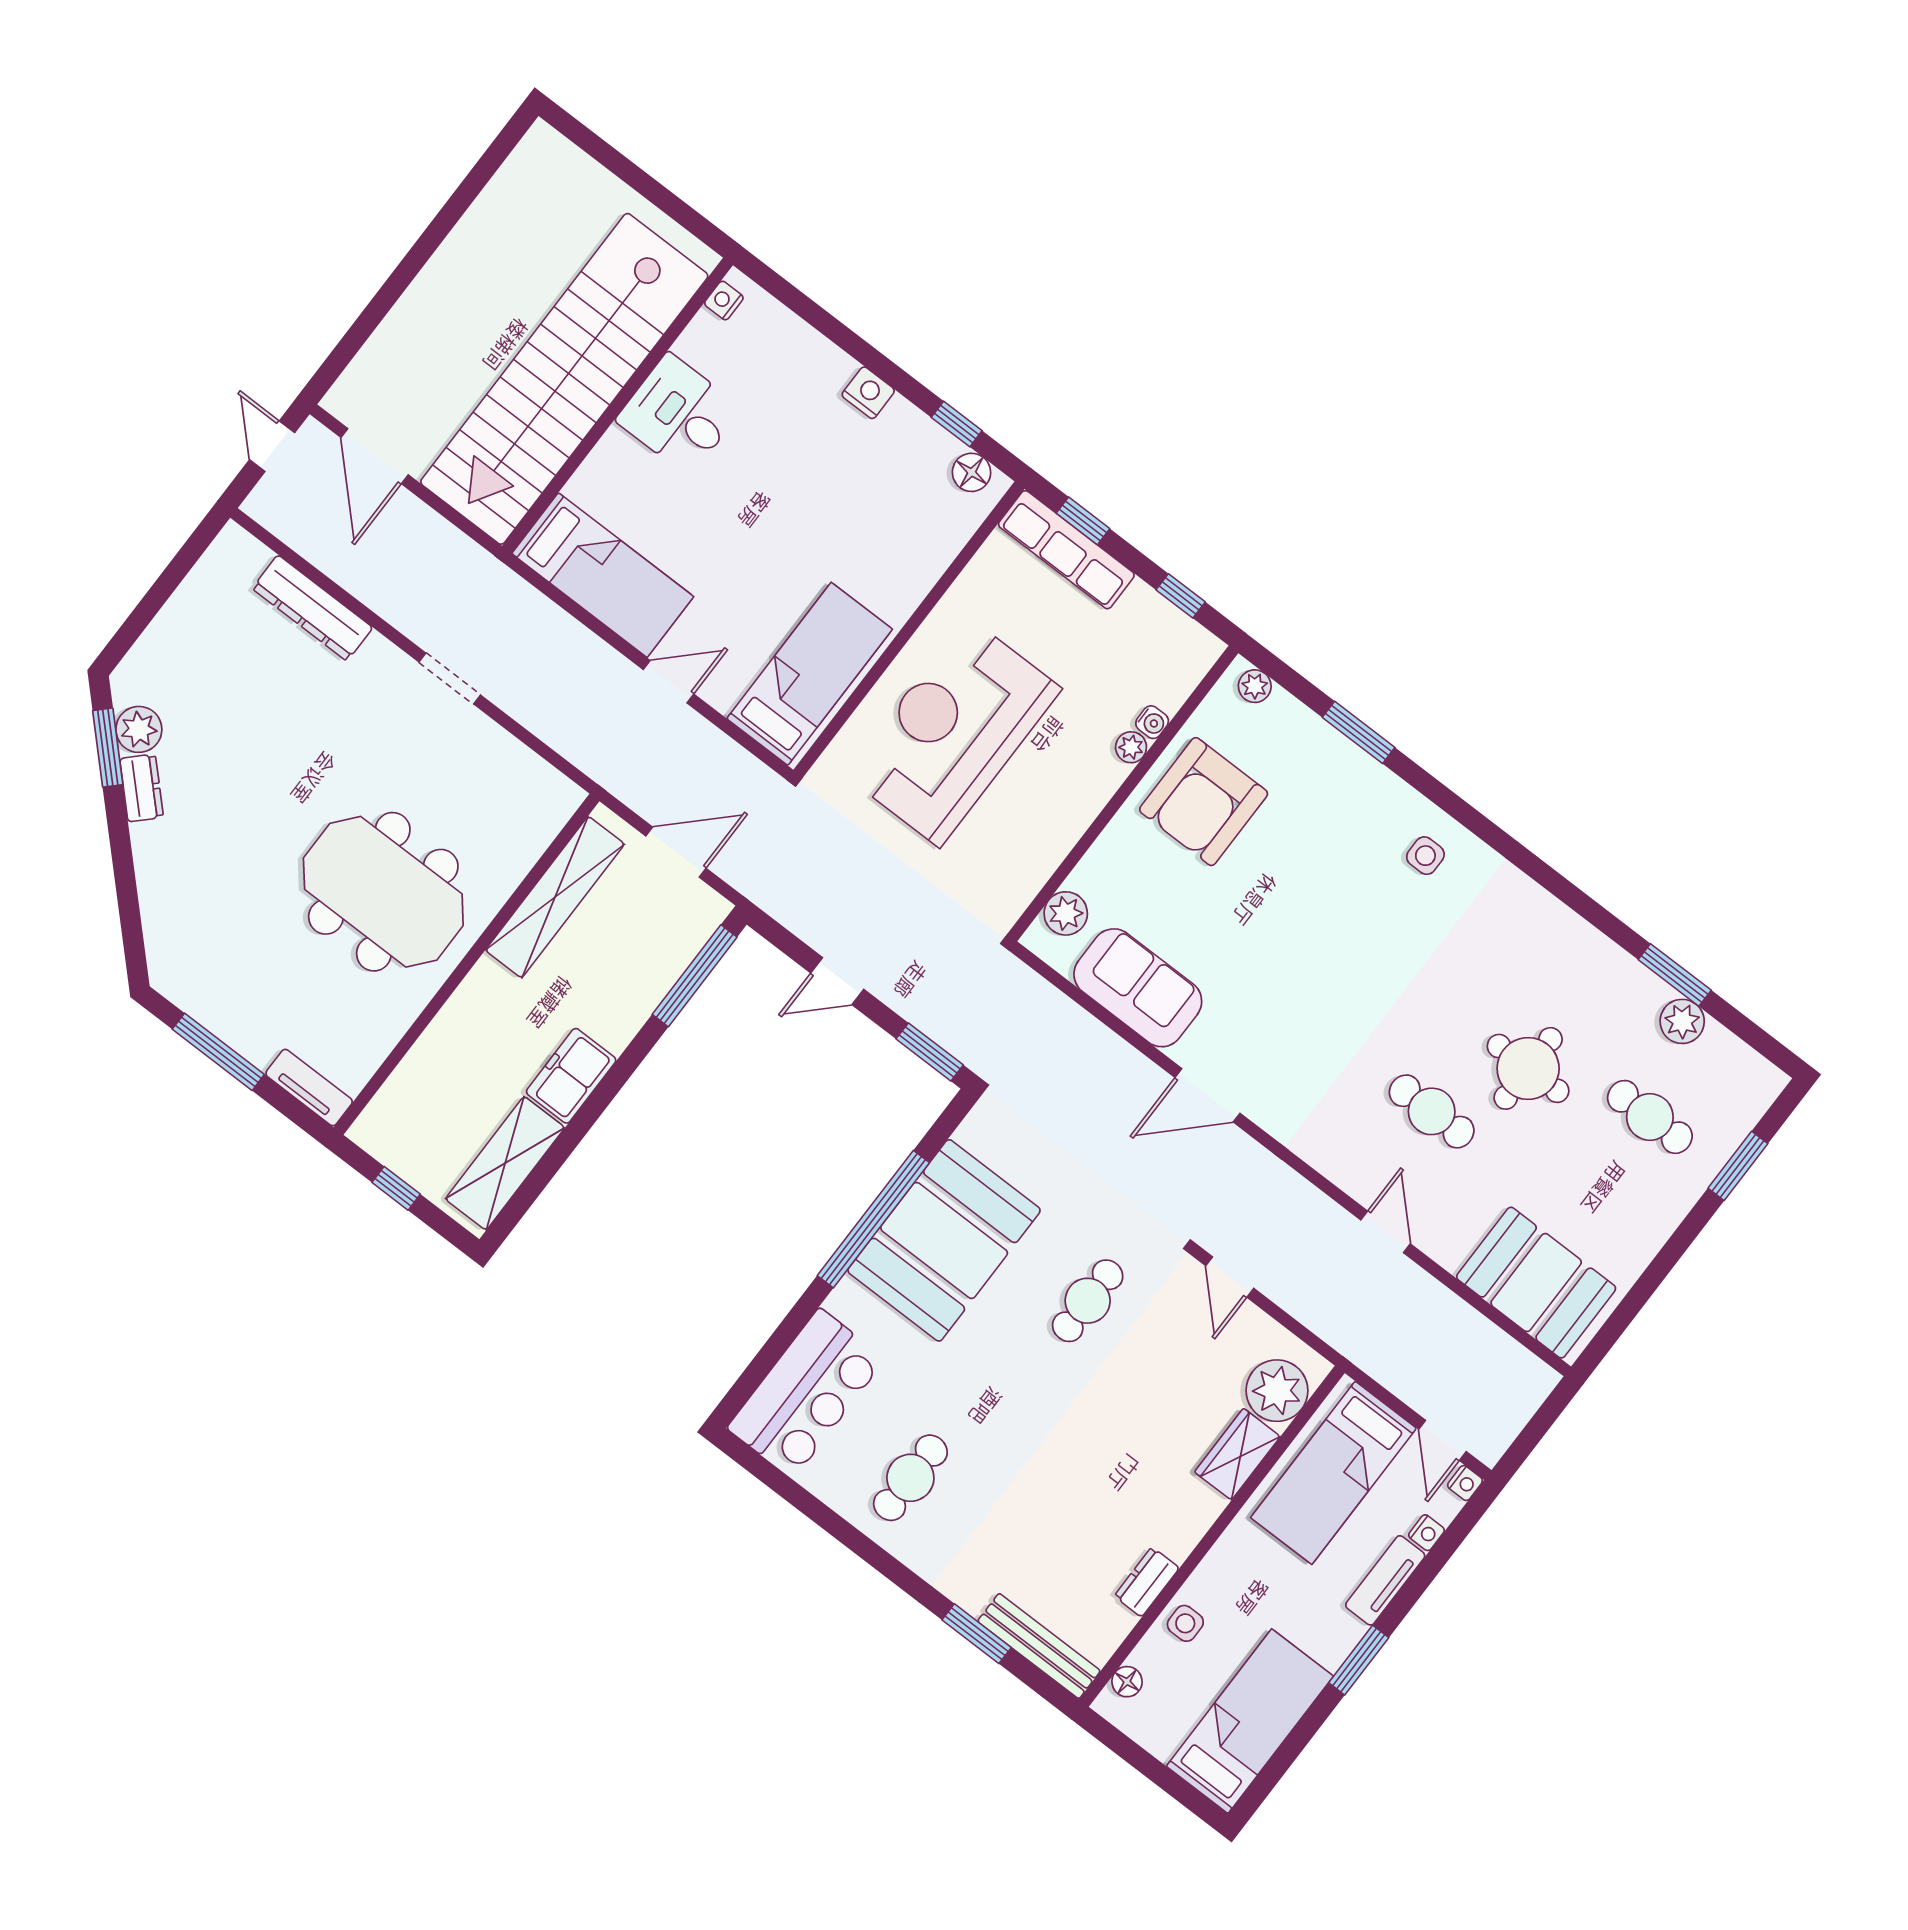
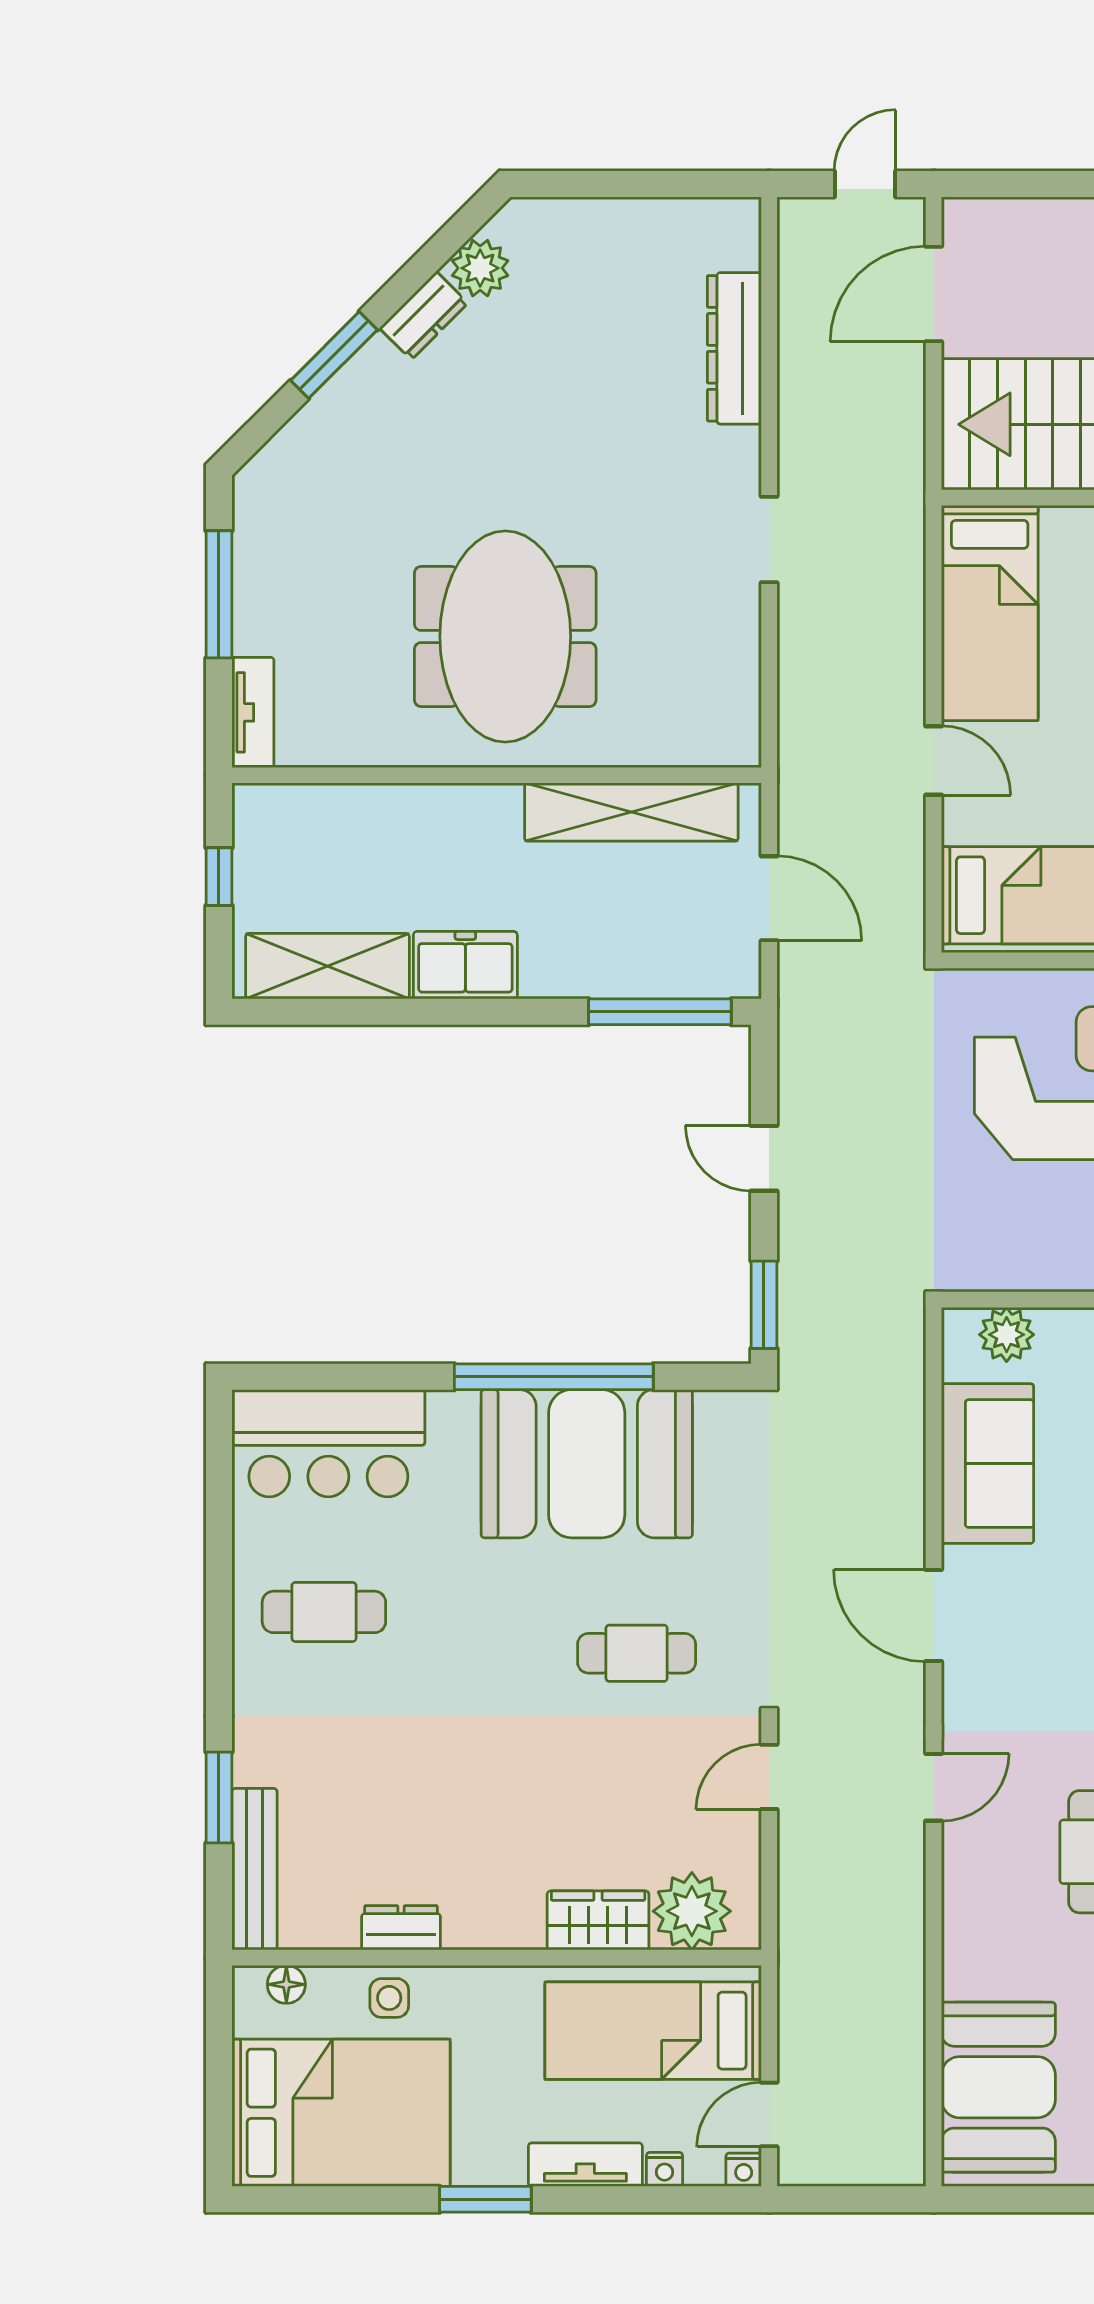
window: (108, 748) -> (334, 355), moved
door: (1385, 1232) -> (934, 1787), moved
bed: (1250, 1721) -> (341, 2113), width x1.50

